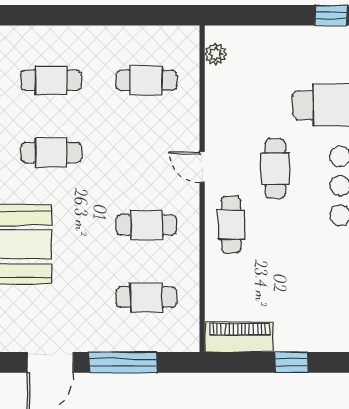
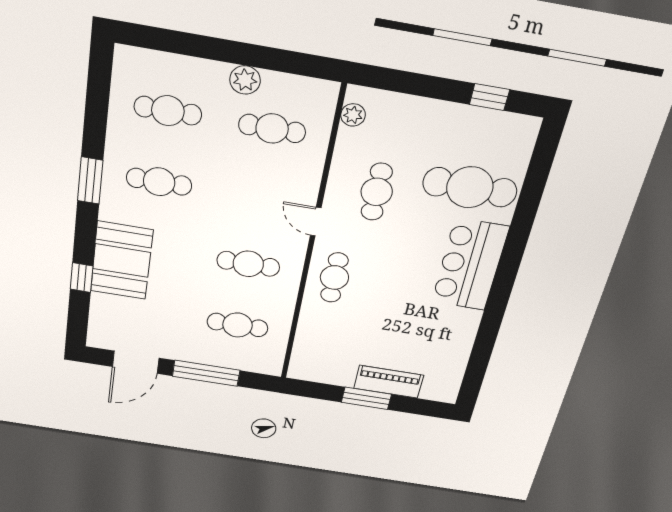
plant: (115, 39) -> (245, 80), added
cafe table: (275, 169) -> (377, 192), moved
piano: (239, 337) -> (389, 382), moved
window: (291, 362) -> (366, 398), width x1.50

